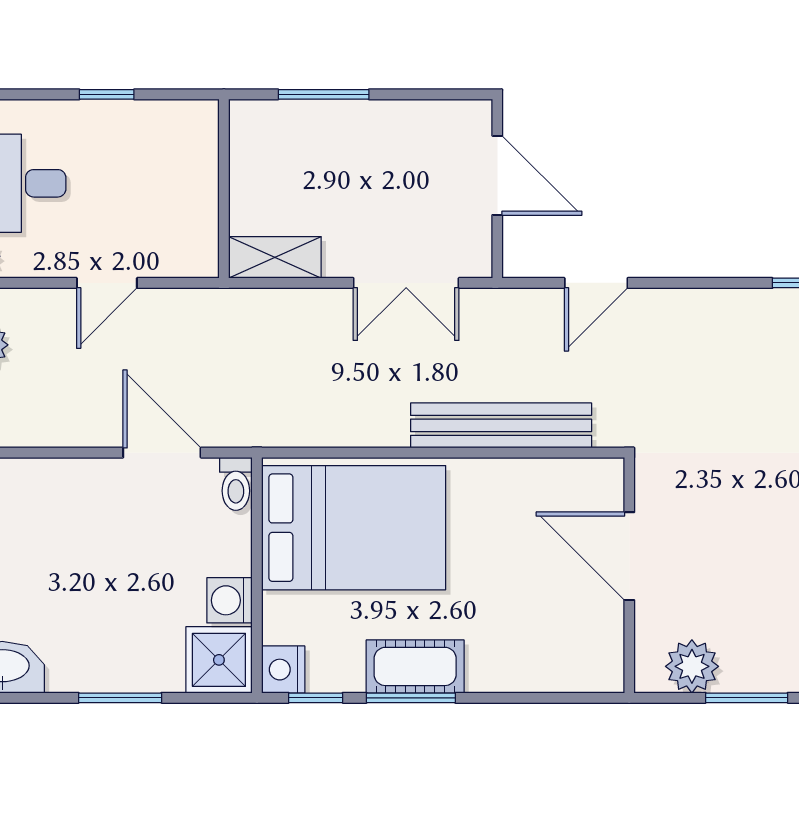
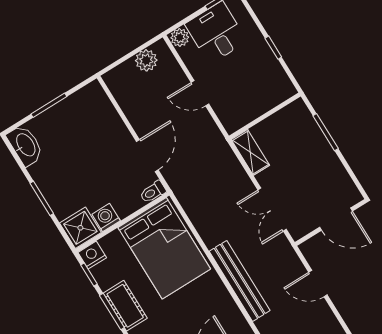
door: (497, 175) -> (336, 219), hinge flipped

